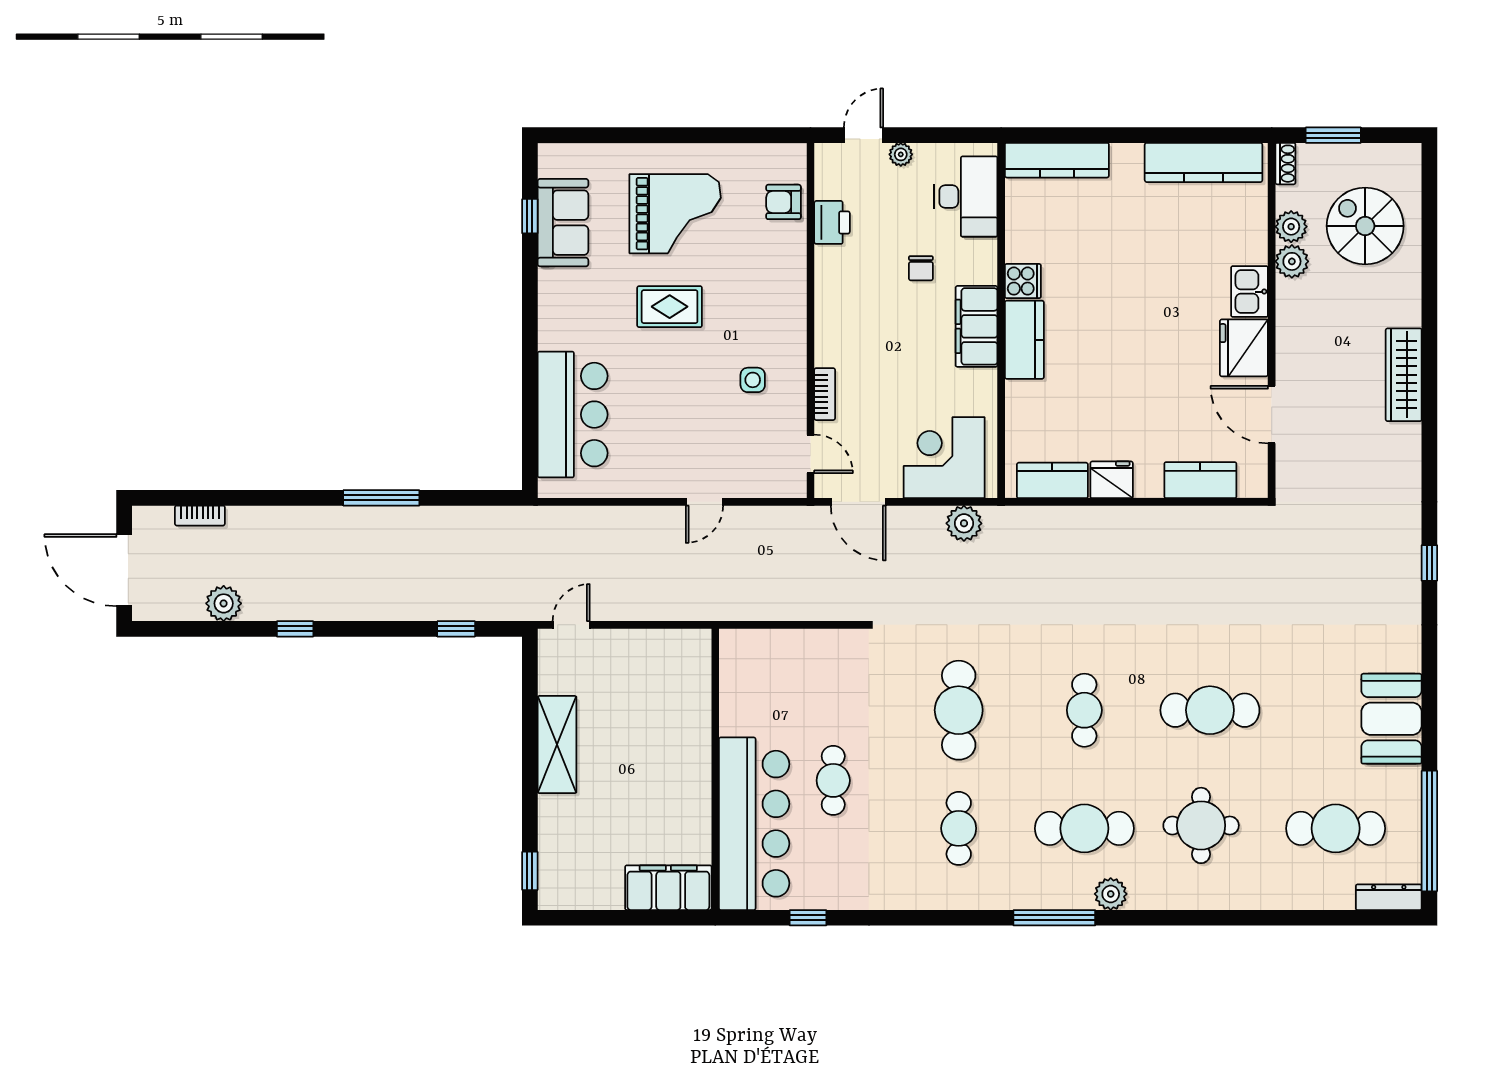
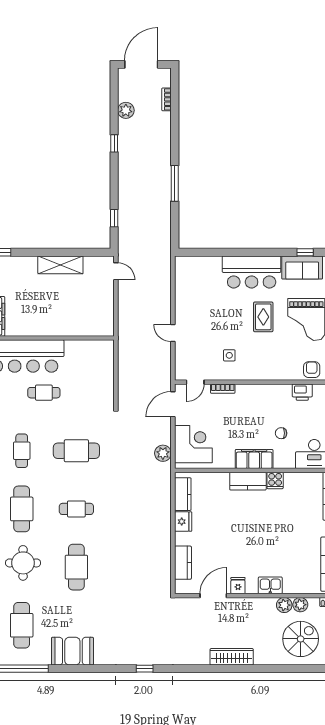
fridge: (1244, 348) -> (238, 586), width x0.53, depth x0.75
bar counter: (573, 415) -> (252, 272), moved
cafe table: (959, 828) -> (22, 451), turned 90

